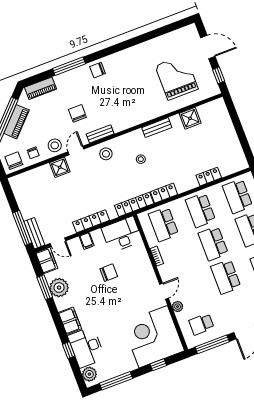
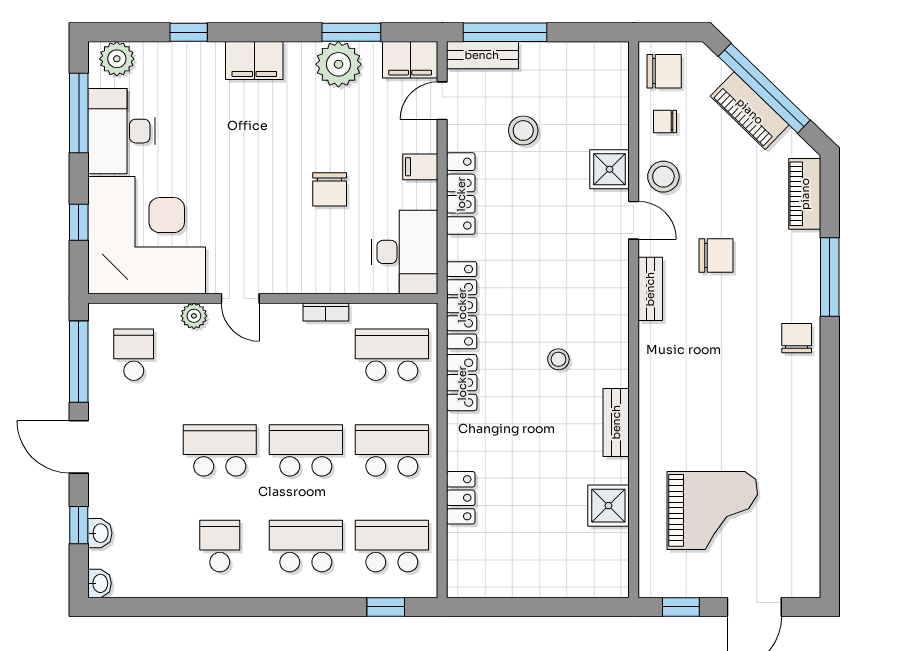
stool: (106, 154) -> (523, 131), moved
desk: (86, 347) -> (122, 131), moved, turned -90

